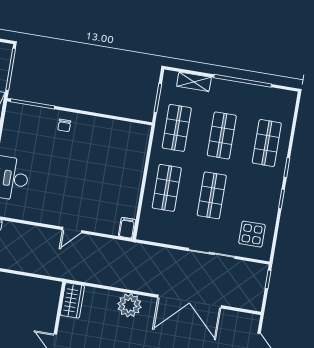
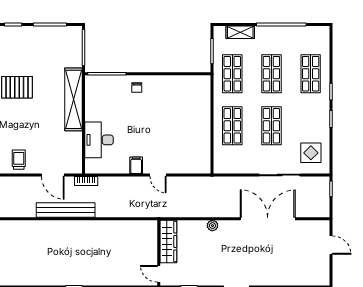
filing cabinet: (127, 228) -> (136, 165), moved
door: (72, 230) -> (158, 175), hinge flipped
wardrobe: (72, 300) -> (168, 241), width x1.50
double door: (190, 301) -> (268, 219), swing flipped
plant: (129, 305) -> (212, 226), width x0.53, depth x0.53

